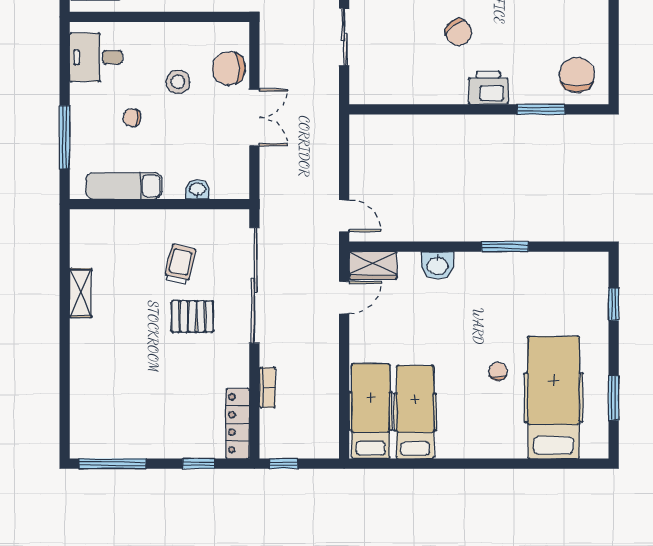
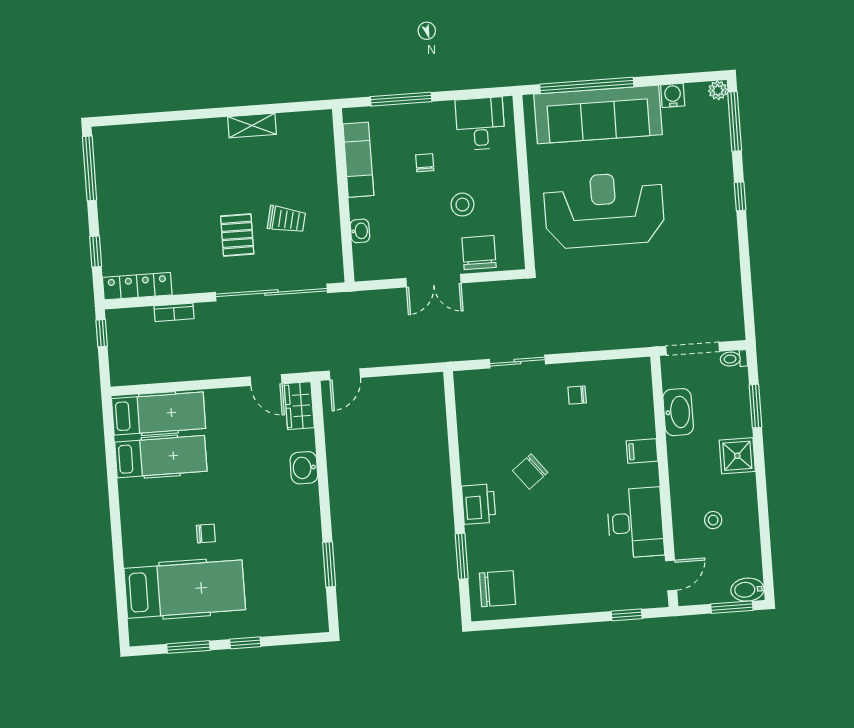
window: (505, 247) -> (329, 564), moved
window: (614, 304) -> (245, 643), moved

